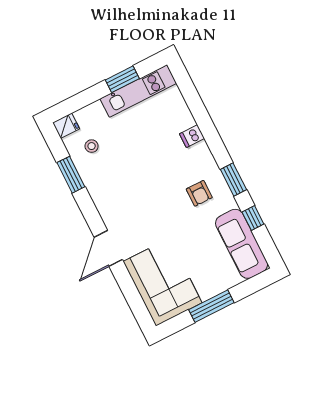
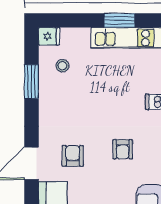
armchair: (199, 193) -> (123, 149), moved
armchair: (142, 223) -> (73, 156), added

